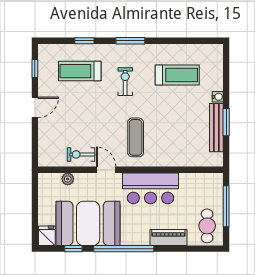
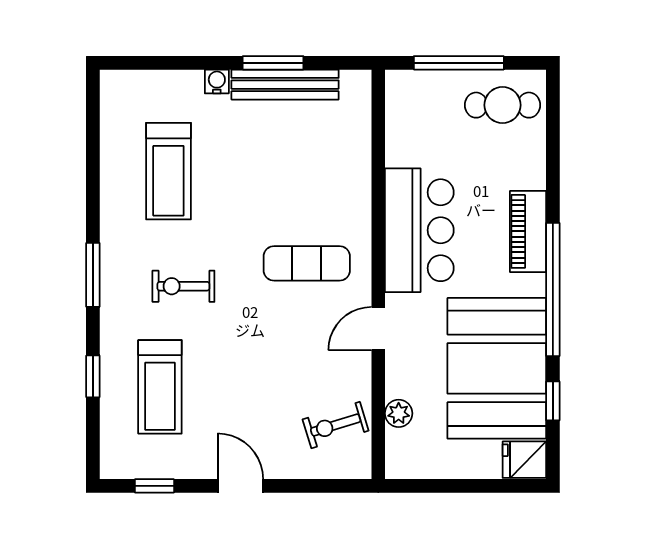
treadmill: (177, 75) -> (168, 171), turned 180
exercise bike: (81, 154) -> (336, 425), moved, turned 73
piano: (168, 237) -> (528, 231), moved

